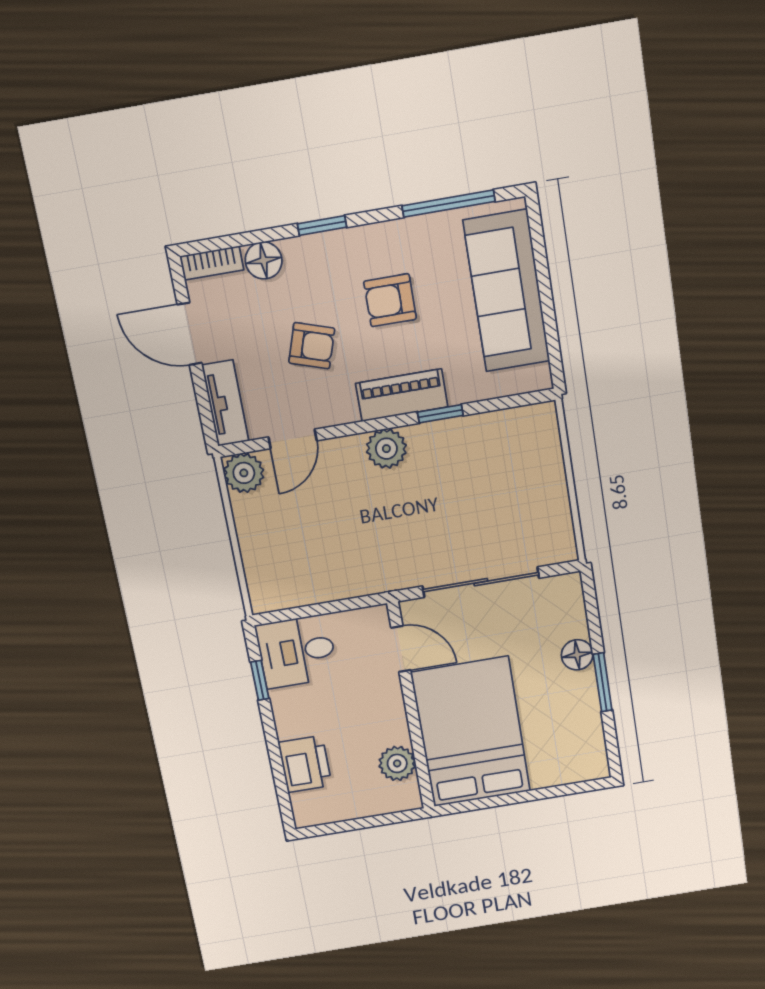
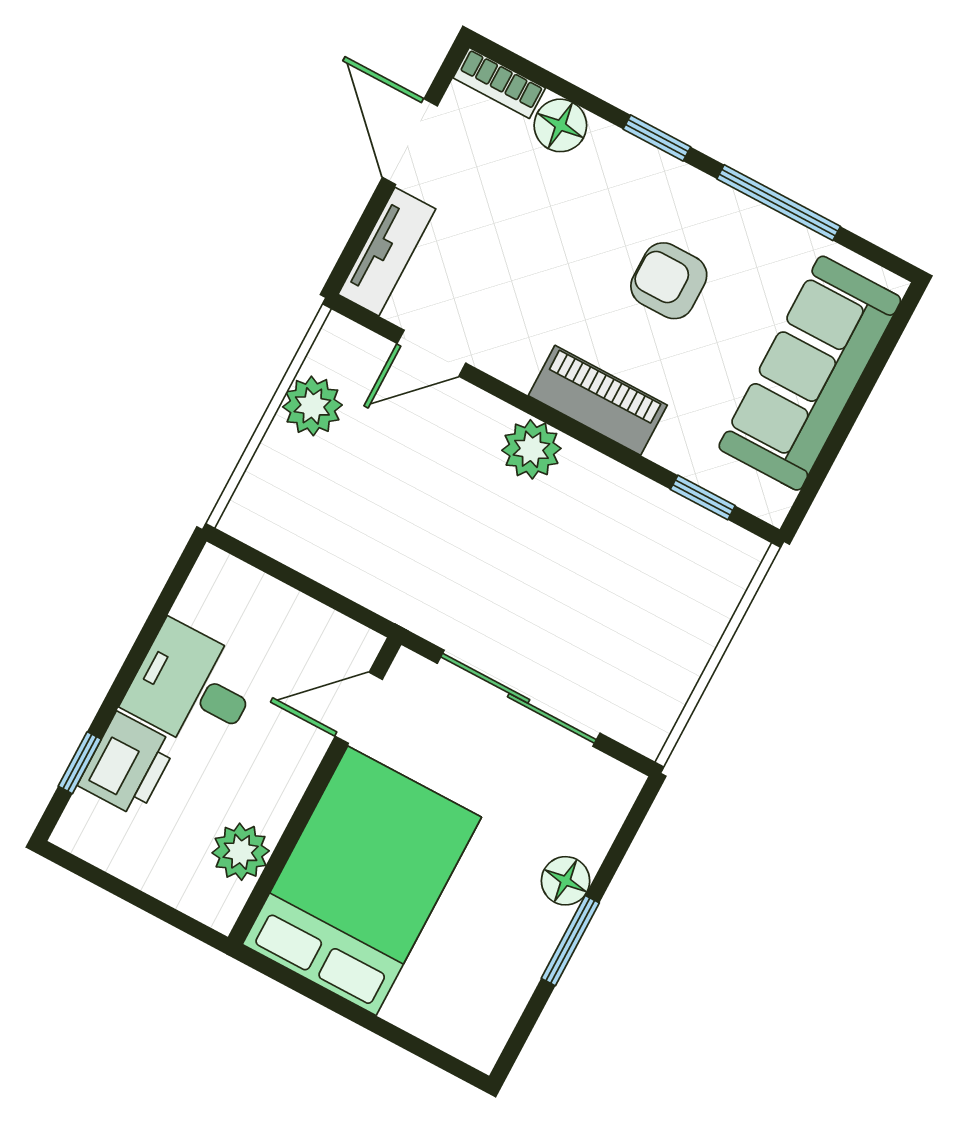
window: (449, 204) -> (779, 203), moved
armchair: (312, 346) -> (539, 263), removed
window: (440, 414) -> (703, 498), moved
plant: (244, 473) -> (312, 406), moved
door: (401, 649) -> (359, 708), swing flipped
desk: (297, 651) -> (192, 687), moved
window: (260, 680) -> (80, 763), moved

